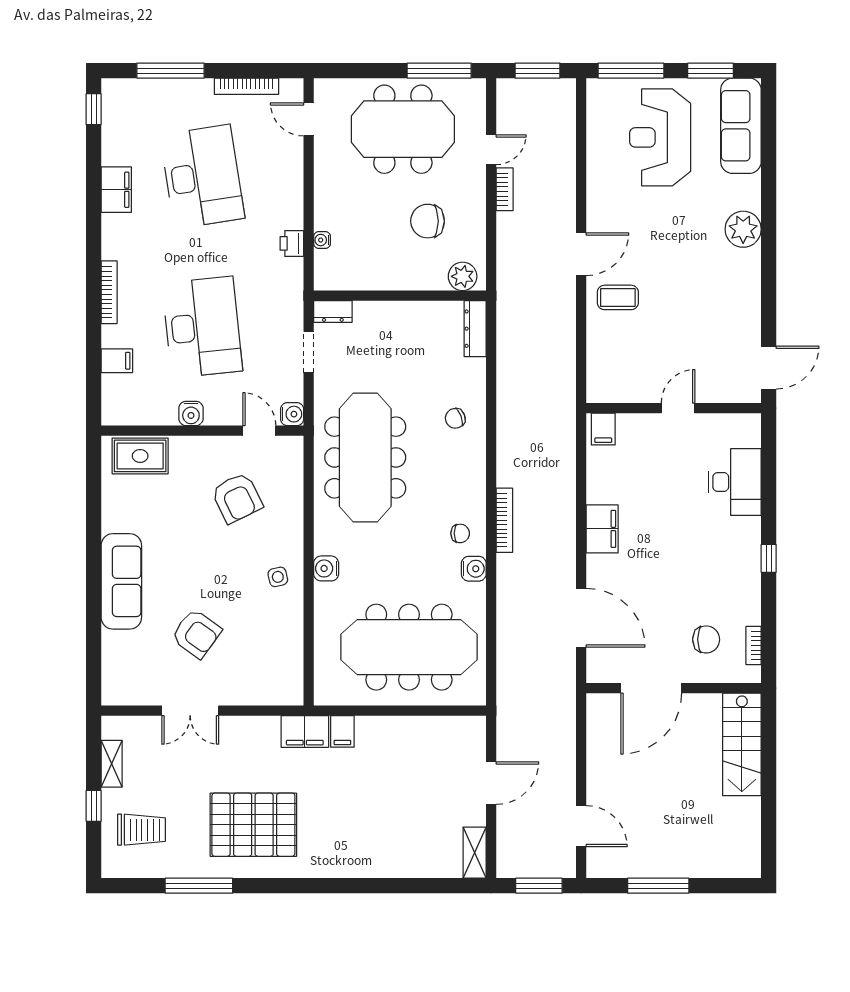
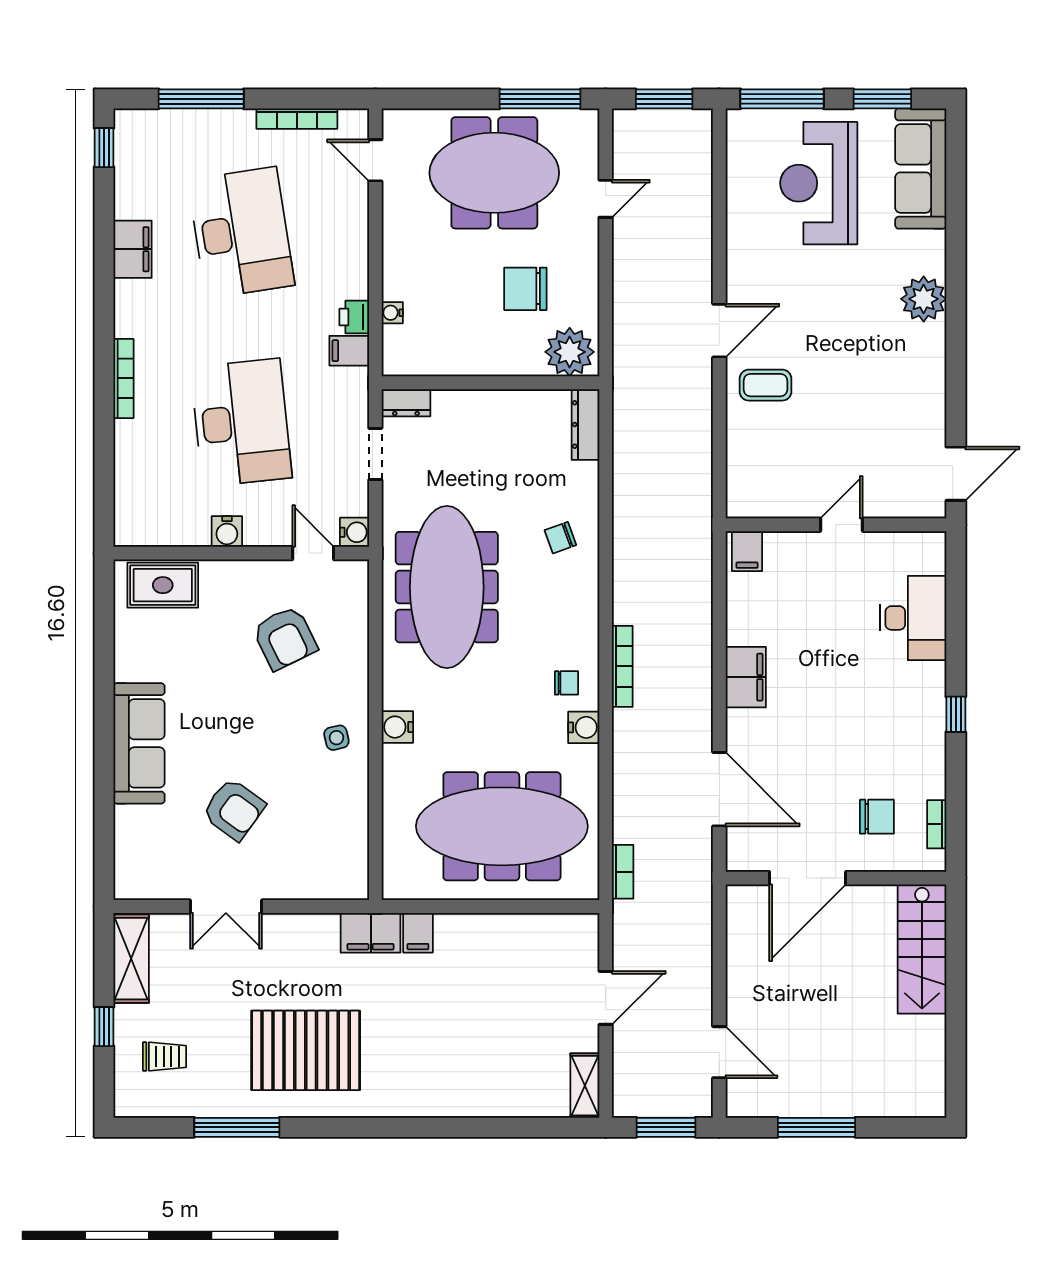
bookcase: (505, 189) -> (623, 872), moved
plant: (463, 276) -> (570, 352), width x1.36, depth x1.36
filing cabinet: (117, 361) -> (349, 351), moved, turned 180
shelving: (112, 764) -> (131, 959), width x1.50, depth x1.33
trolley: (142, 830) -> (164, 1057), width x0.73, depth x0.72

